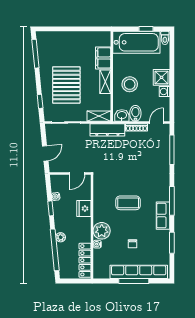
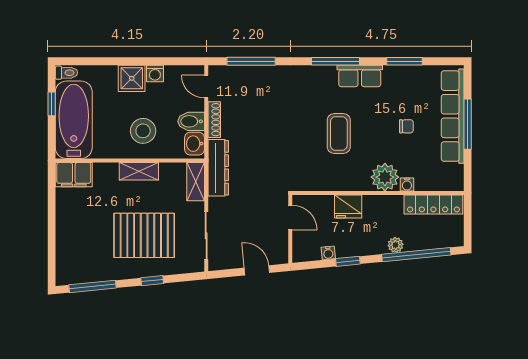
filing cabinet: (103, 58) -> (74, 175), moved
window: (40, 101) -> (152, 281), moved

